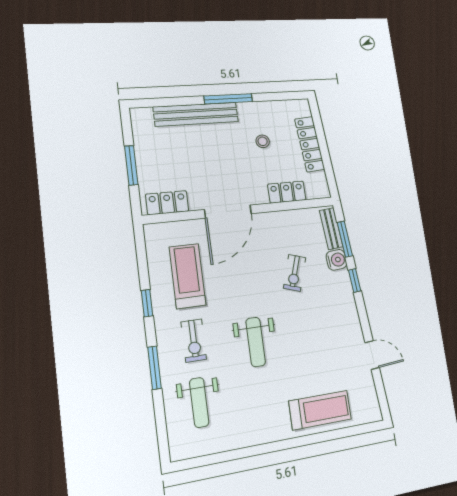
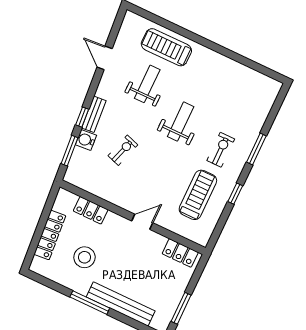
stool: (263, 141) -> (84, 257), width x1.89, depth x1.89
window: (131, 165) -> (181, 308), moved
door: (228, 212) -> (142, 222), width x0.53
bench: (331, 229) -> (94, 114), moved
treadmill: (187, 276) -> (198, 195), turned 180
weight bench: (199, 402) -> (147, 84), moved

